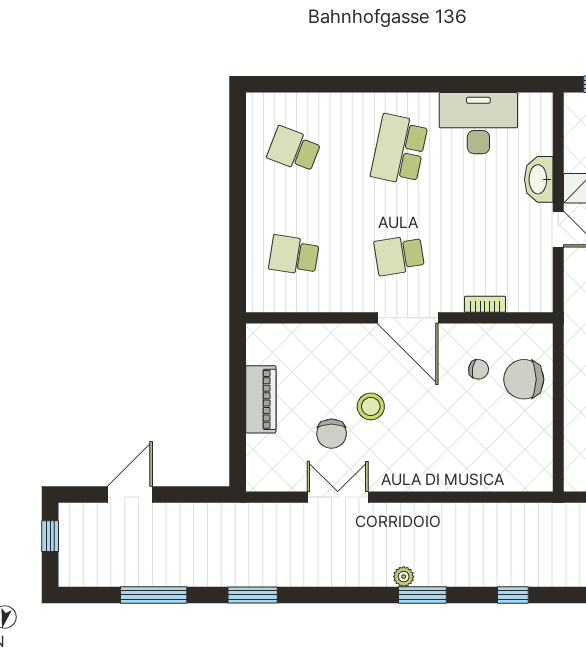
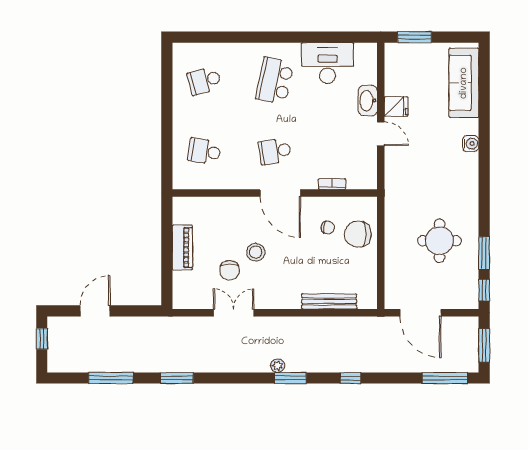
school desk: (294, 149) -> (204, 81), turned -36
bench: (481, 480) -> (329, 301), added

